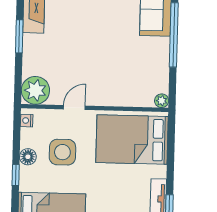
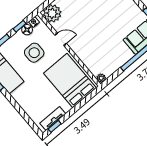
window: (17, 142) -> (20, 26), added
floor lamp: (28, 157) -> (27, 30), moved

